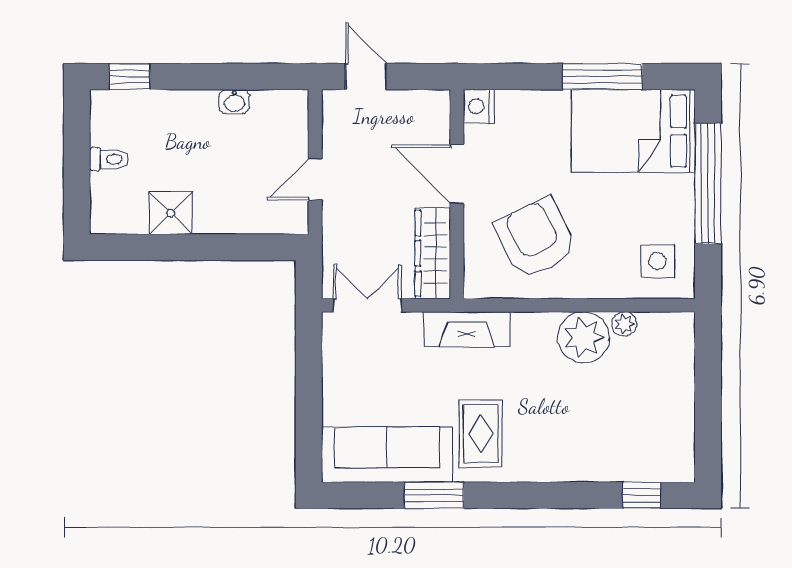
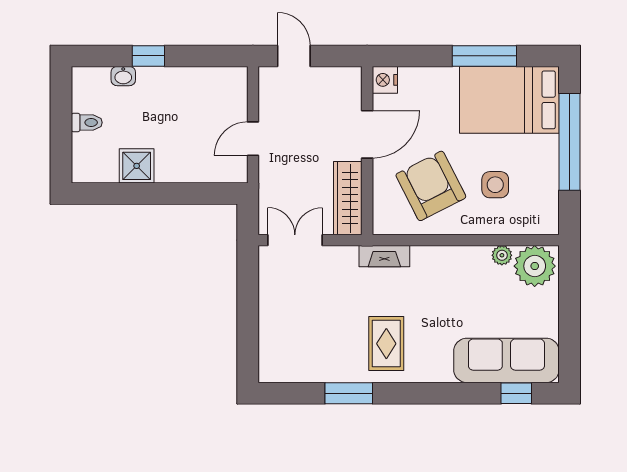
window: (130, 77) -> (148, 56), moved
washbasin: (234, 102) -> (123, 76), moved
door: (457, 174) -> (367, 134), swing flipped
side table: (657, 261) -> (495, 185), moved
fireplace: (467, 329) -> (384, 256), width x0.73, depth x0.76
plant: (584, 337) -> (535, 266), moved
sofa: (387, 455) -> (506, 360), moved

